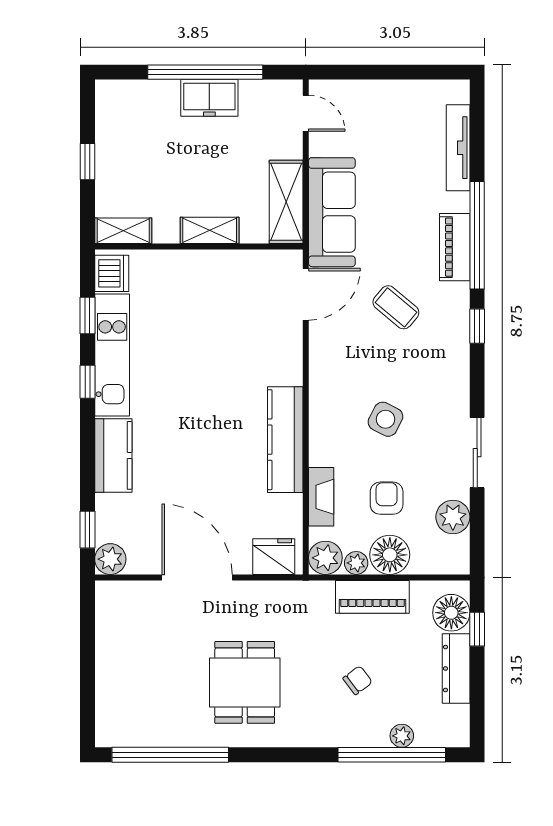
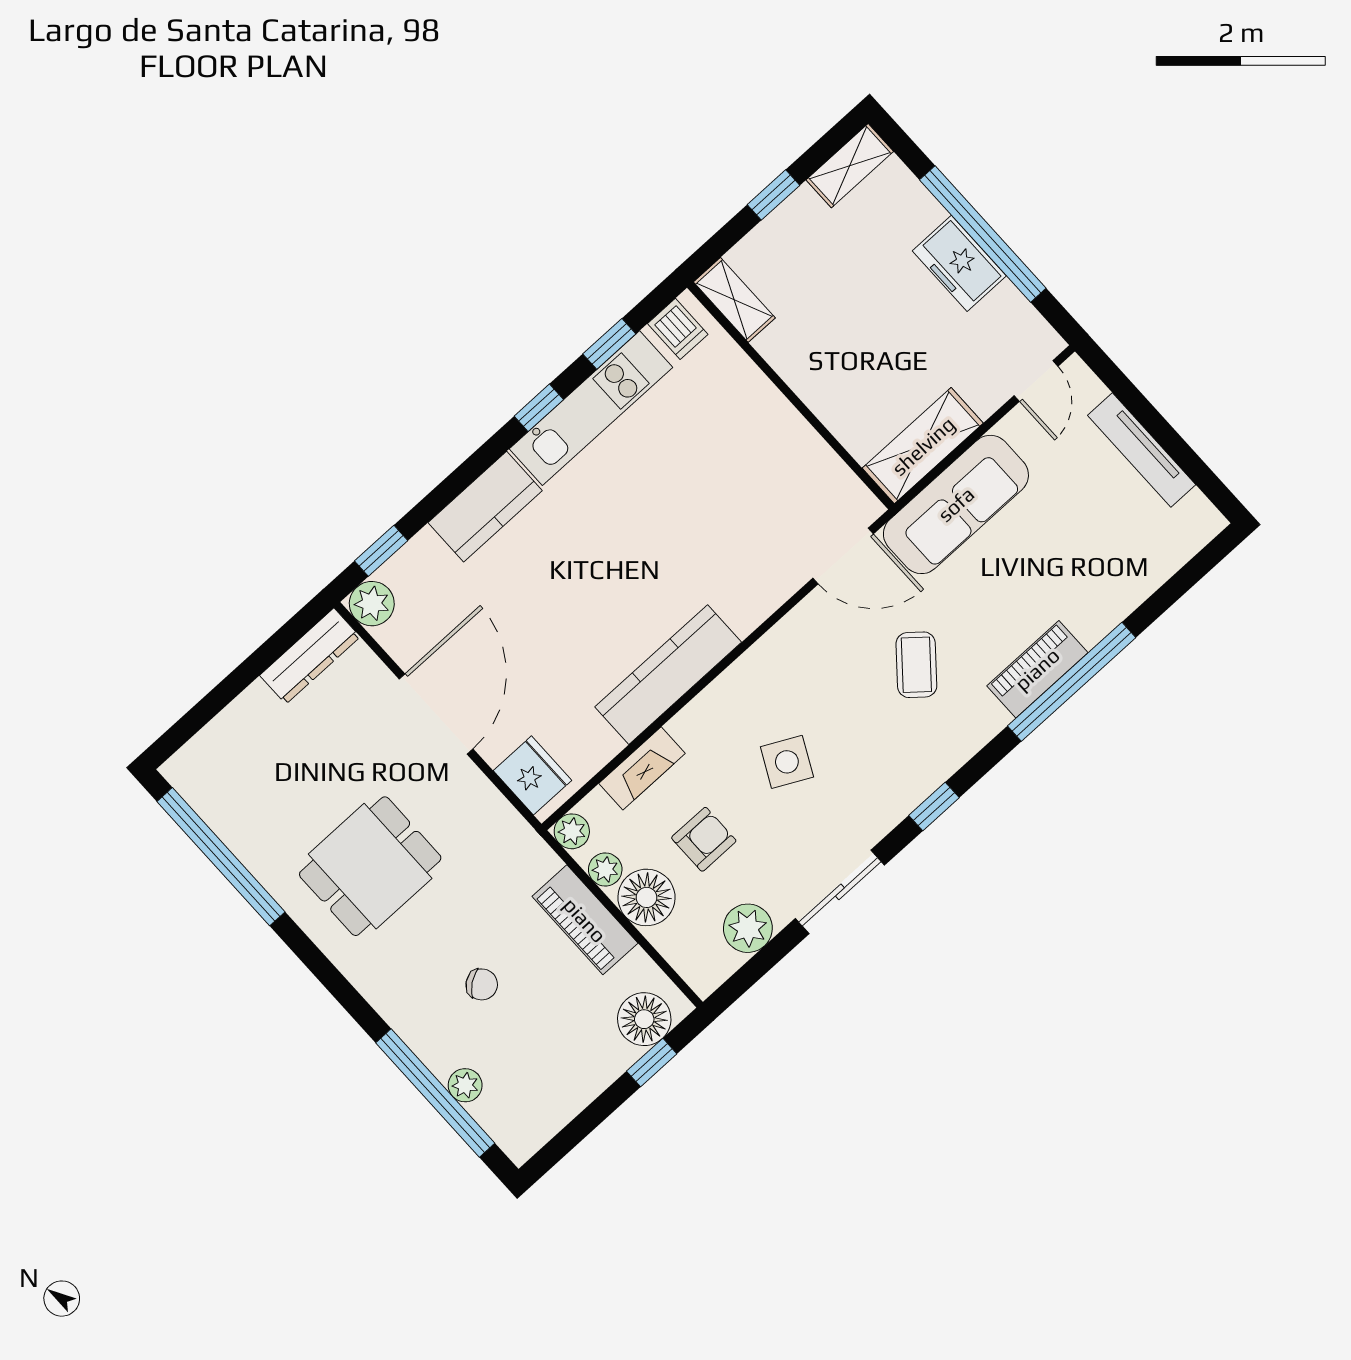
tv unit: (458, 148) -> (1142, 450), moved, turned -90
shelving: (210, 230) -> (850, 166), moved, turned 90
dishwasher: (112, 273) -> (678, 329), width x0.73
window: (477, 326) -> (934, 806), moved
plant: (325, 558) -> (572, 831), width x0.73, depth x0.73
dresser: (456, 669) -> (310, 656), moved, turned 180

